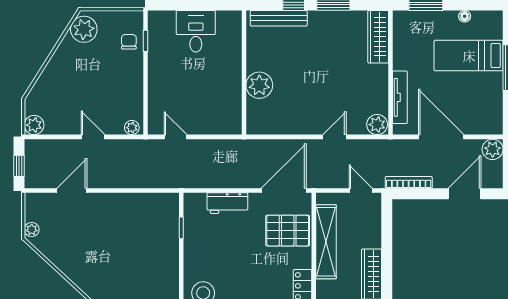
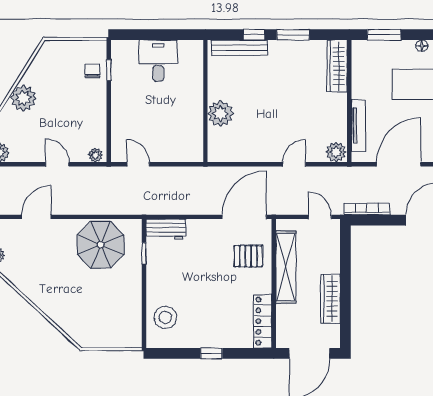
plant: (84, 29) -> (23, 98), moved
door: (441, 137) -> (399, 164), hinge flipped
workbench: (227, 203) -> (166, 229), moved
parasol: (137, 219) -> (101, 245), added
pallet: (288, 231) -> (248, 256), width x0.67, depth x0.71

